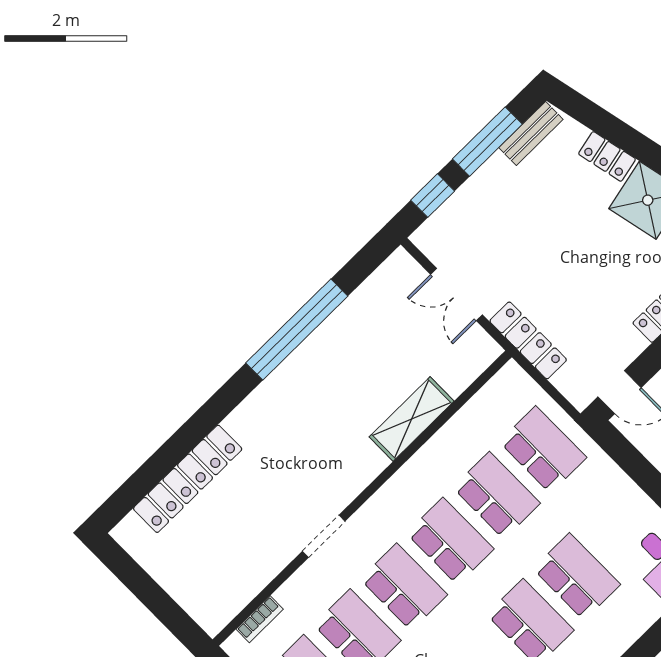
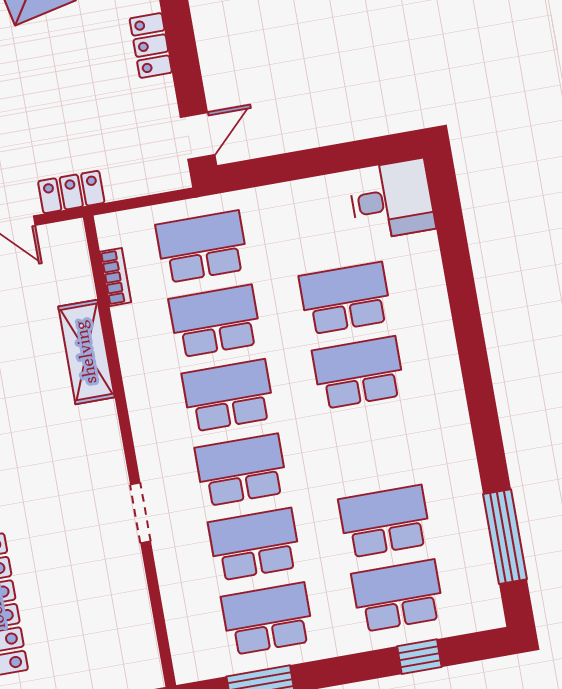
locker: (528, 340) -> (71, 192), width x0.66
bookcase: (260, 619) -> (115, 277), moved

